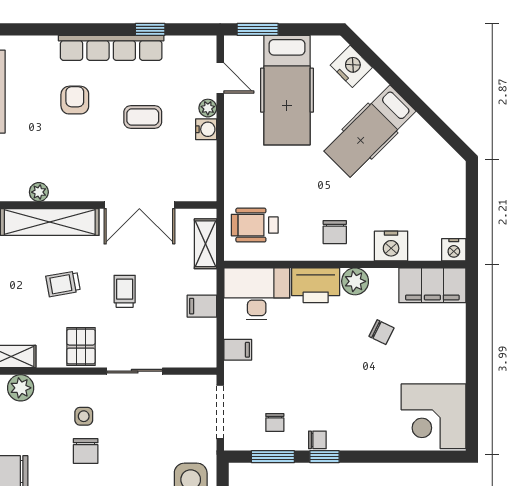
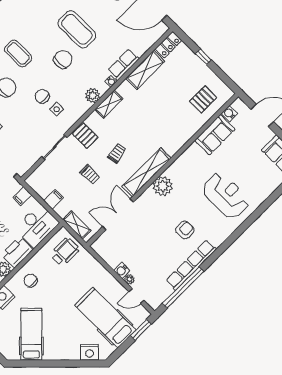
window: (150, 29) -> (183, 287), width x3.17
armchair: (75, 100) -> (185, 230), turned -90
coffee table: (143, 117) -> (151, 250), removed
hospital bed: (370, 131) -> (31, 334), moved
plant: (39, 192) -> (163, 186), width x1.87, depth x1.87

